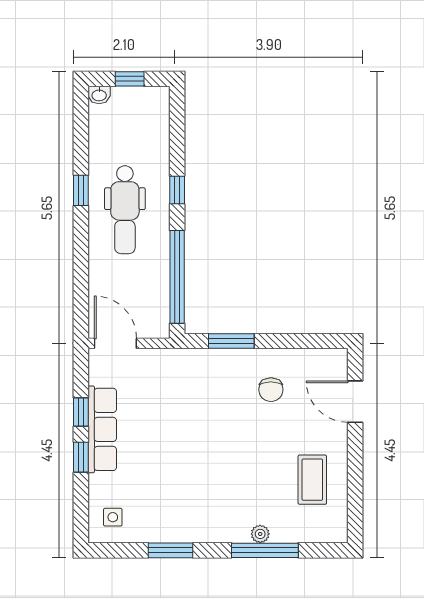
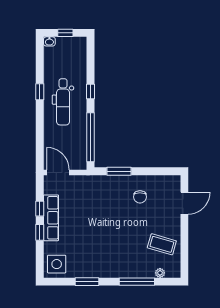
door: (355, 402) -> (184, 203), swing flipped
coffee table: (312, 480) -> (162, 244), turned -74
side table: (113, 517) -> (57, 264), width x1.87, depth x1.87
plant: (260, 534) -> (160, 273), moved

